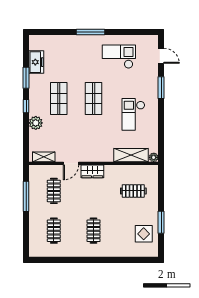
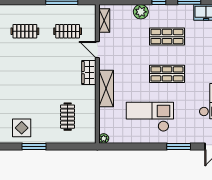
checkout: (133, 114) -> (150, 117), width x1.36, depth x1.21
shelving: (131, 155) -> (106, 89), moved
clothes rail: (94, 231) -> (25, 74), removed

